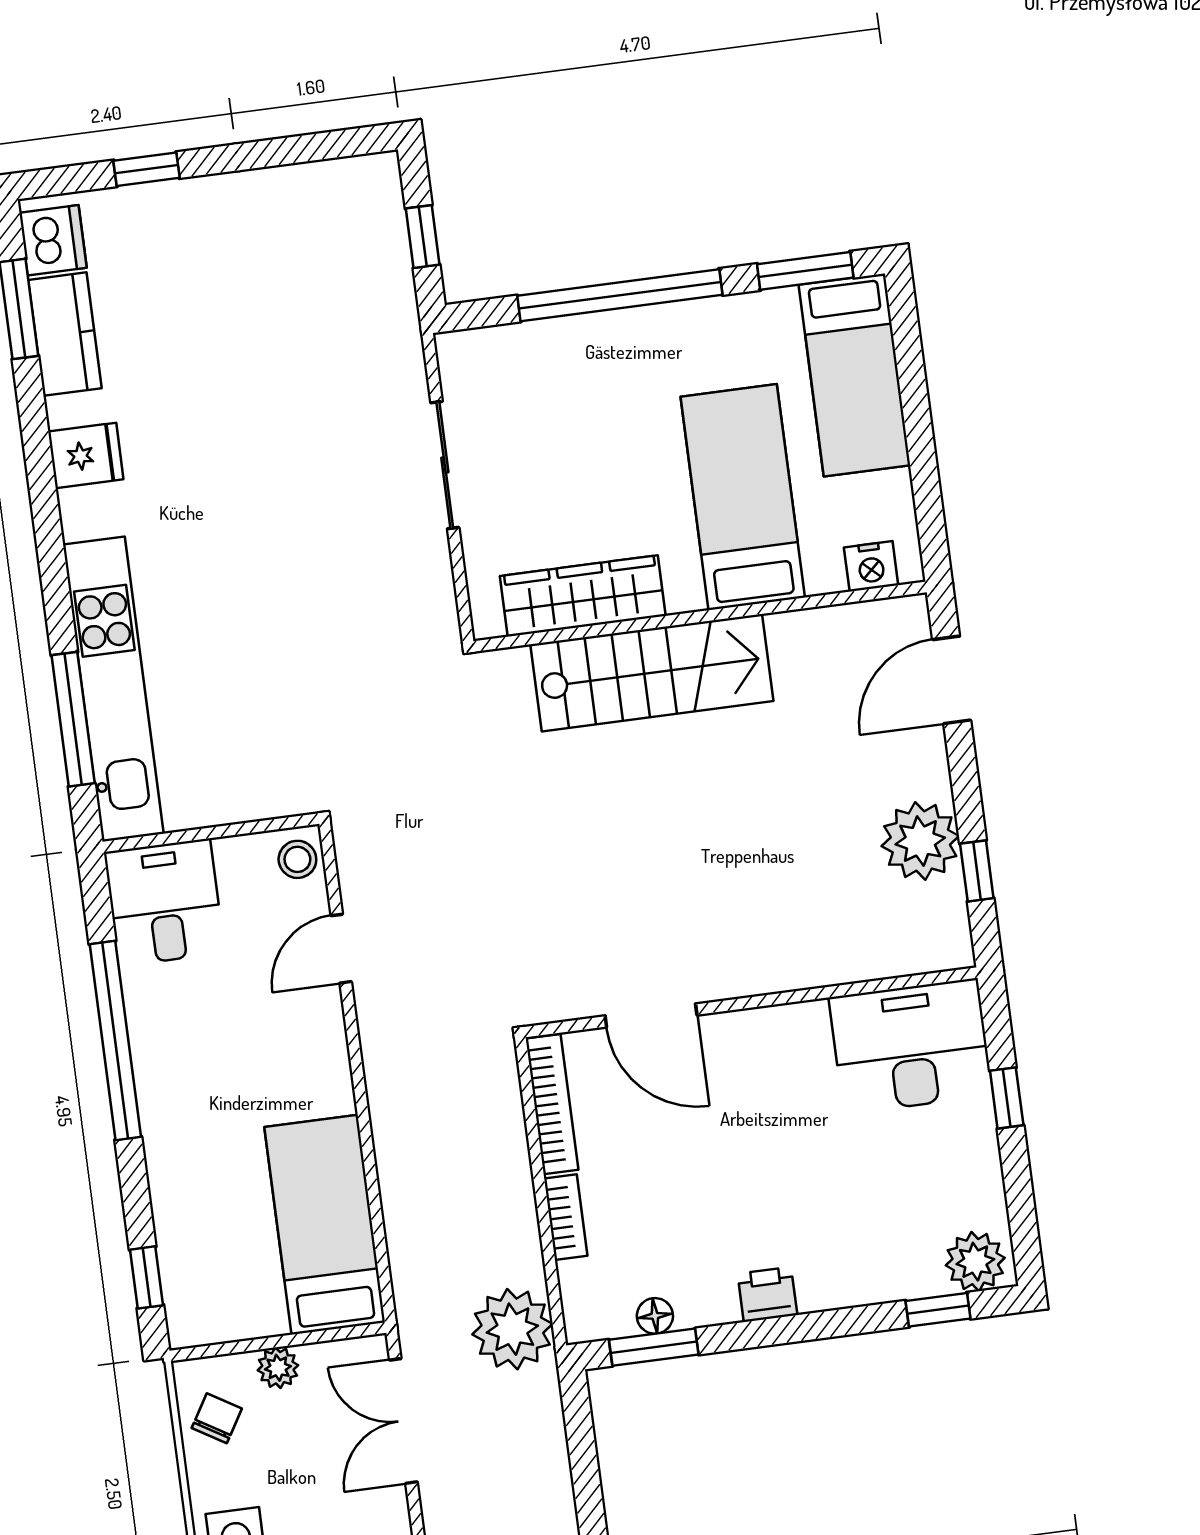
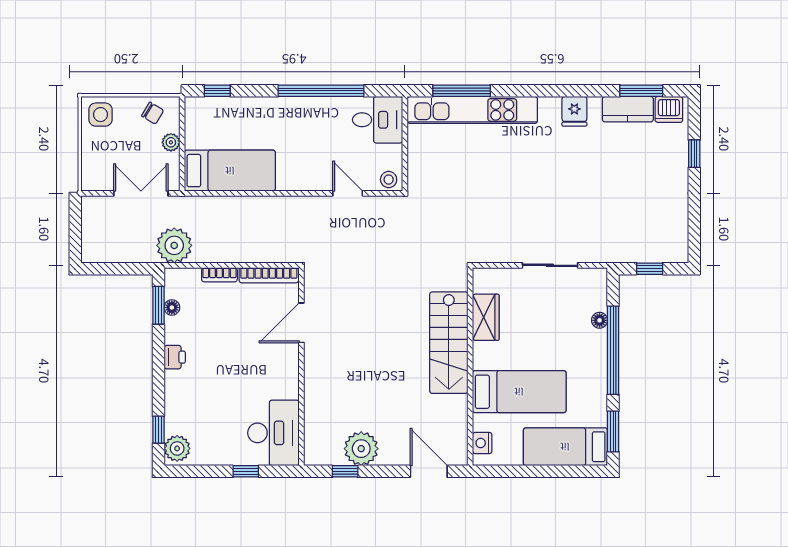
floor lamp: (556, 335) -> (600, 320), added
wardrobe: (583, 596) -> (486, 317), width x0.67

